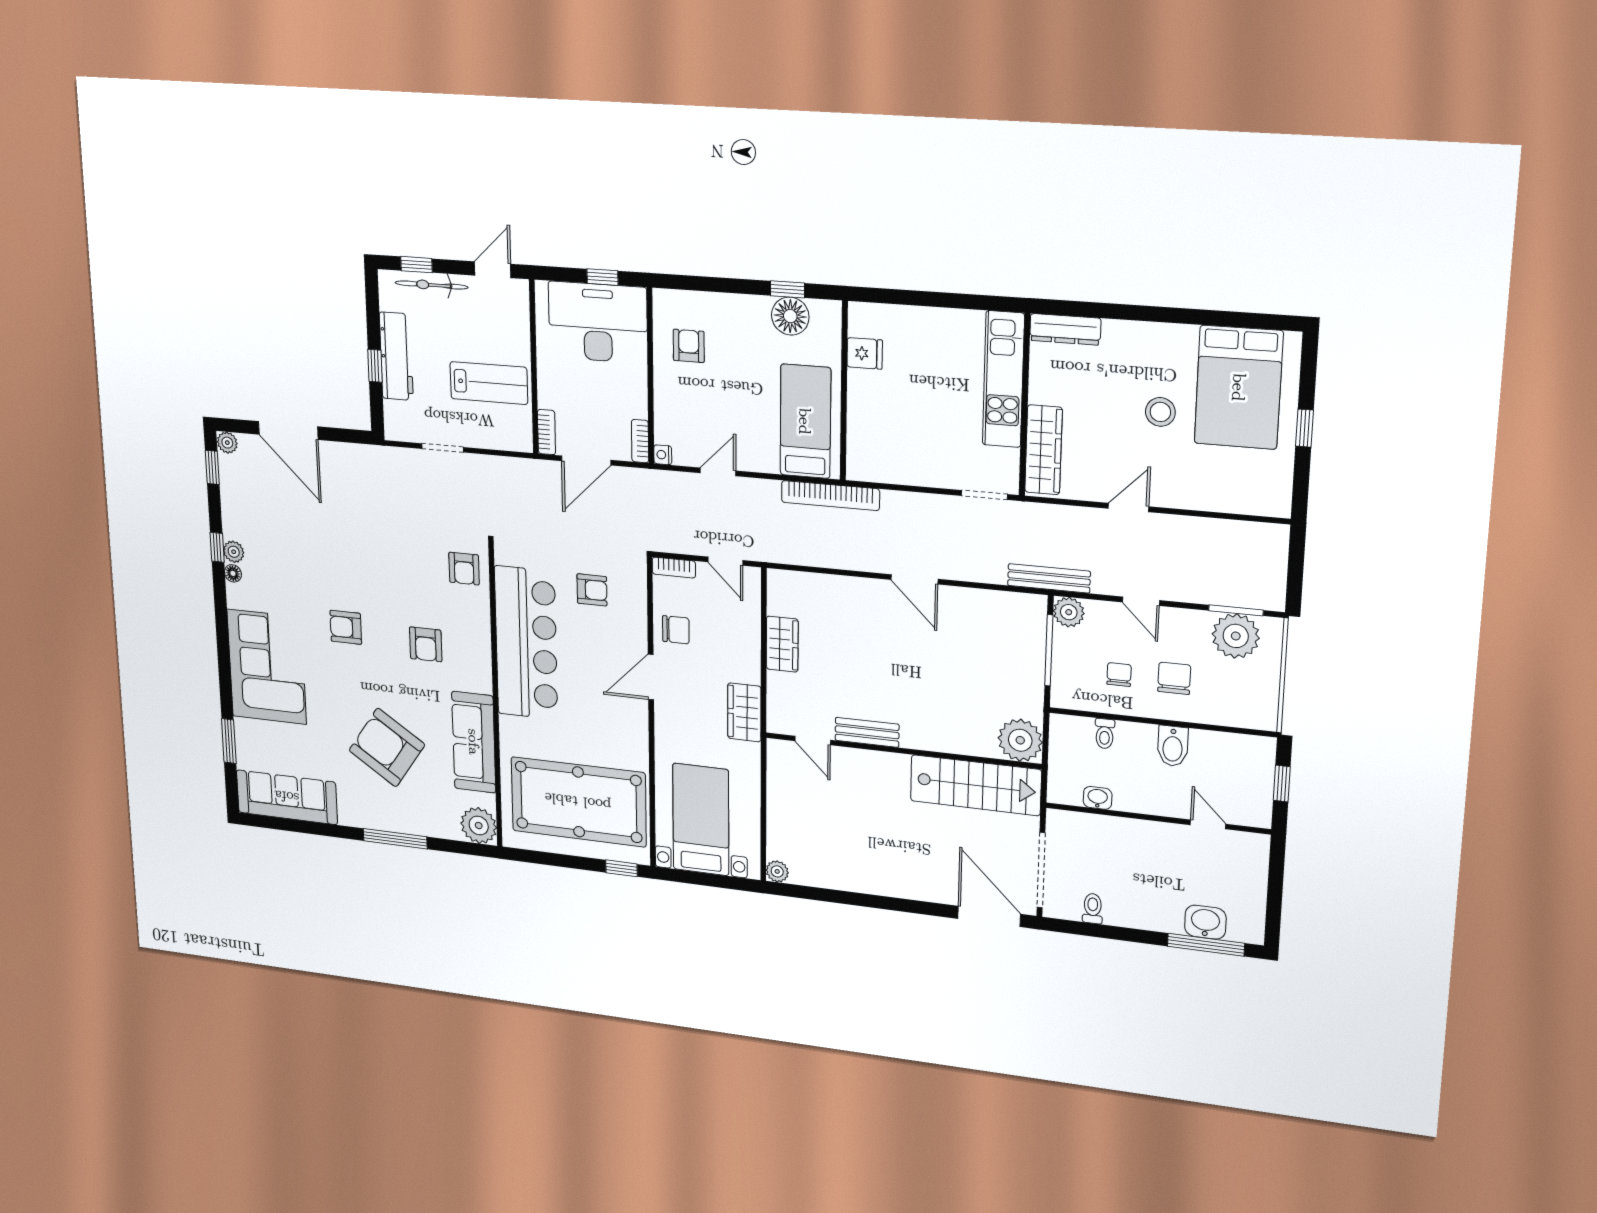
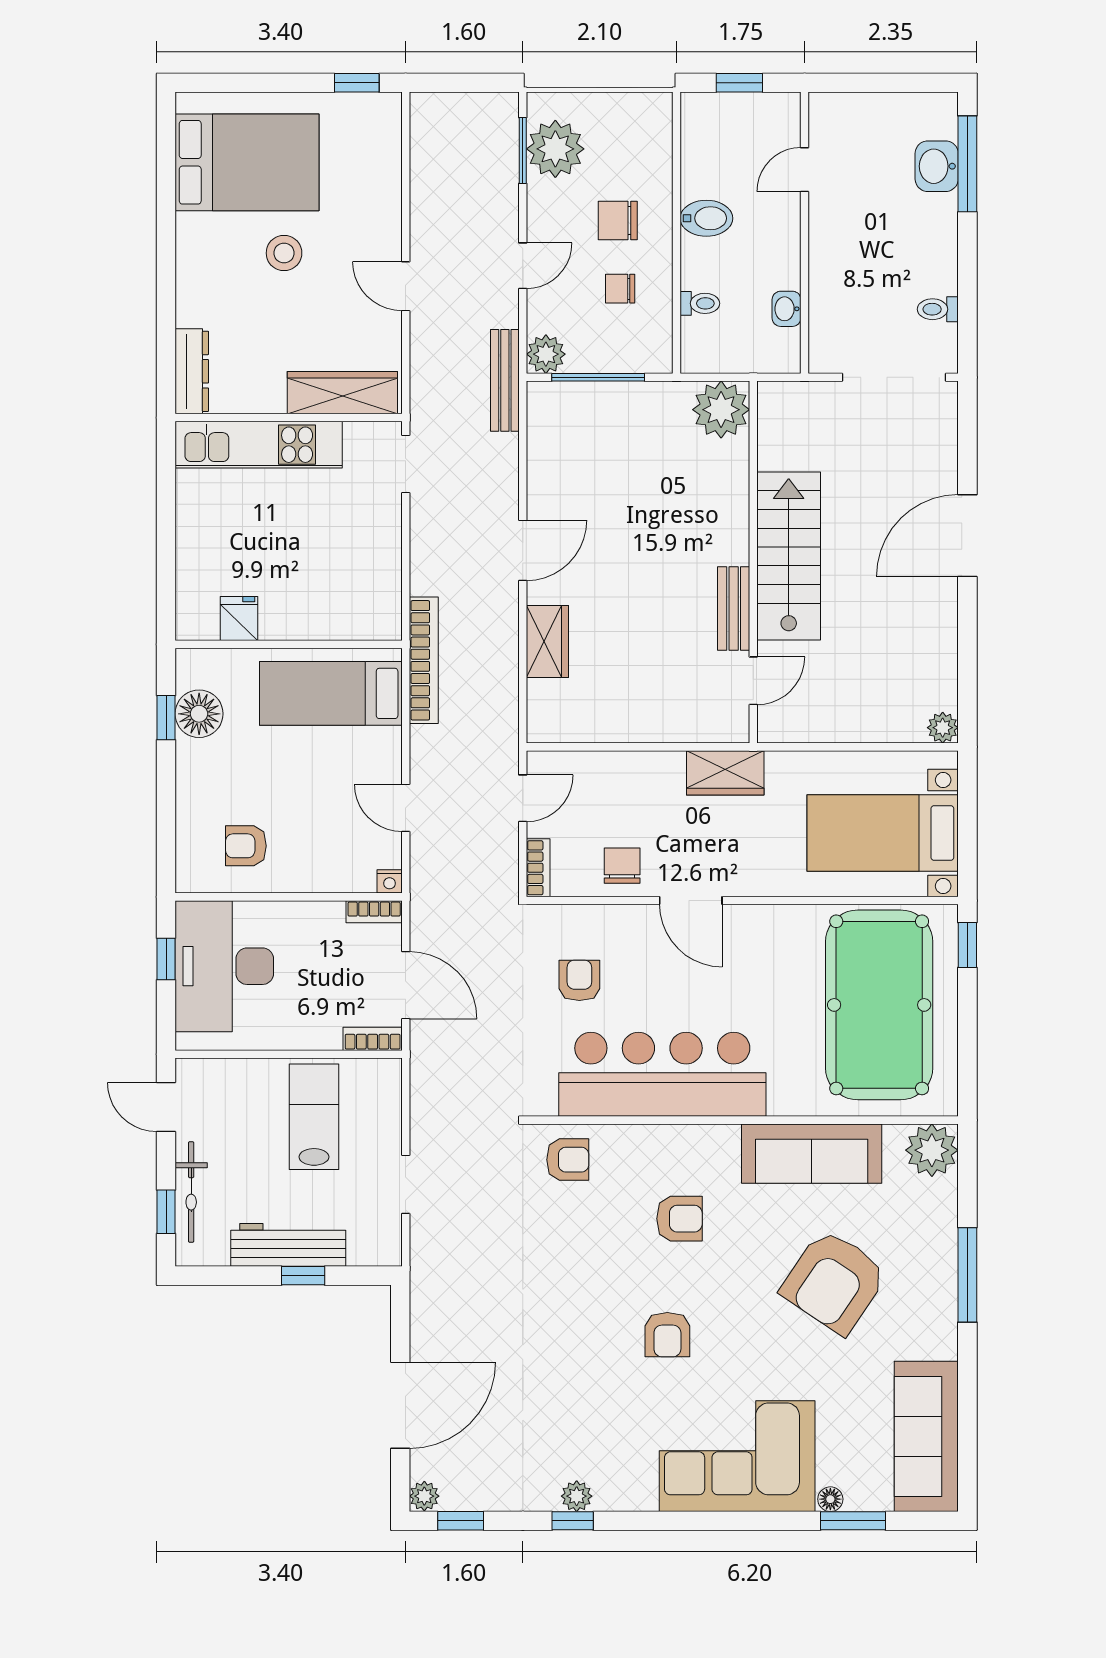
window: (1304, 428) -> (357, 83), moved
floor lamp: (233, 573) -> (830, 1499), moved
wardrobe: (782, 644) -> (547, 642), moved, turned 90
stairs: (976, 785) -> (789, 556), moved
door: (989, 916) -> (967, 536), moved

